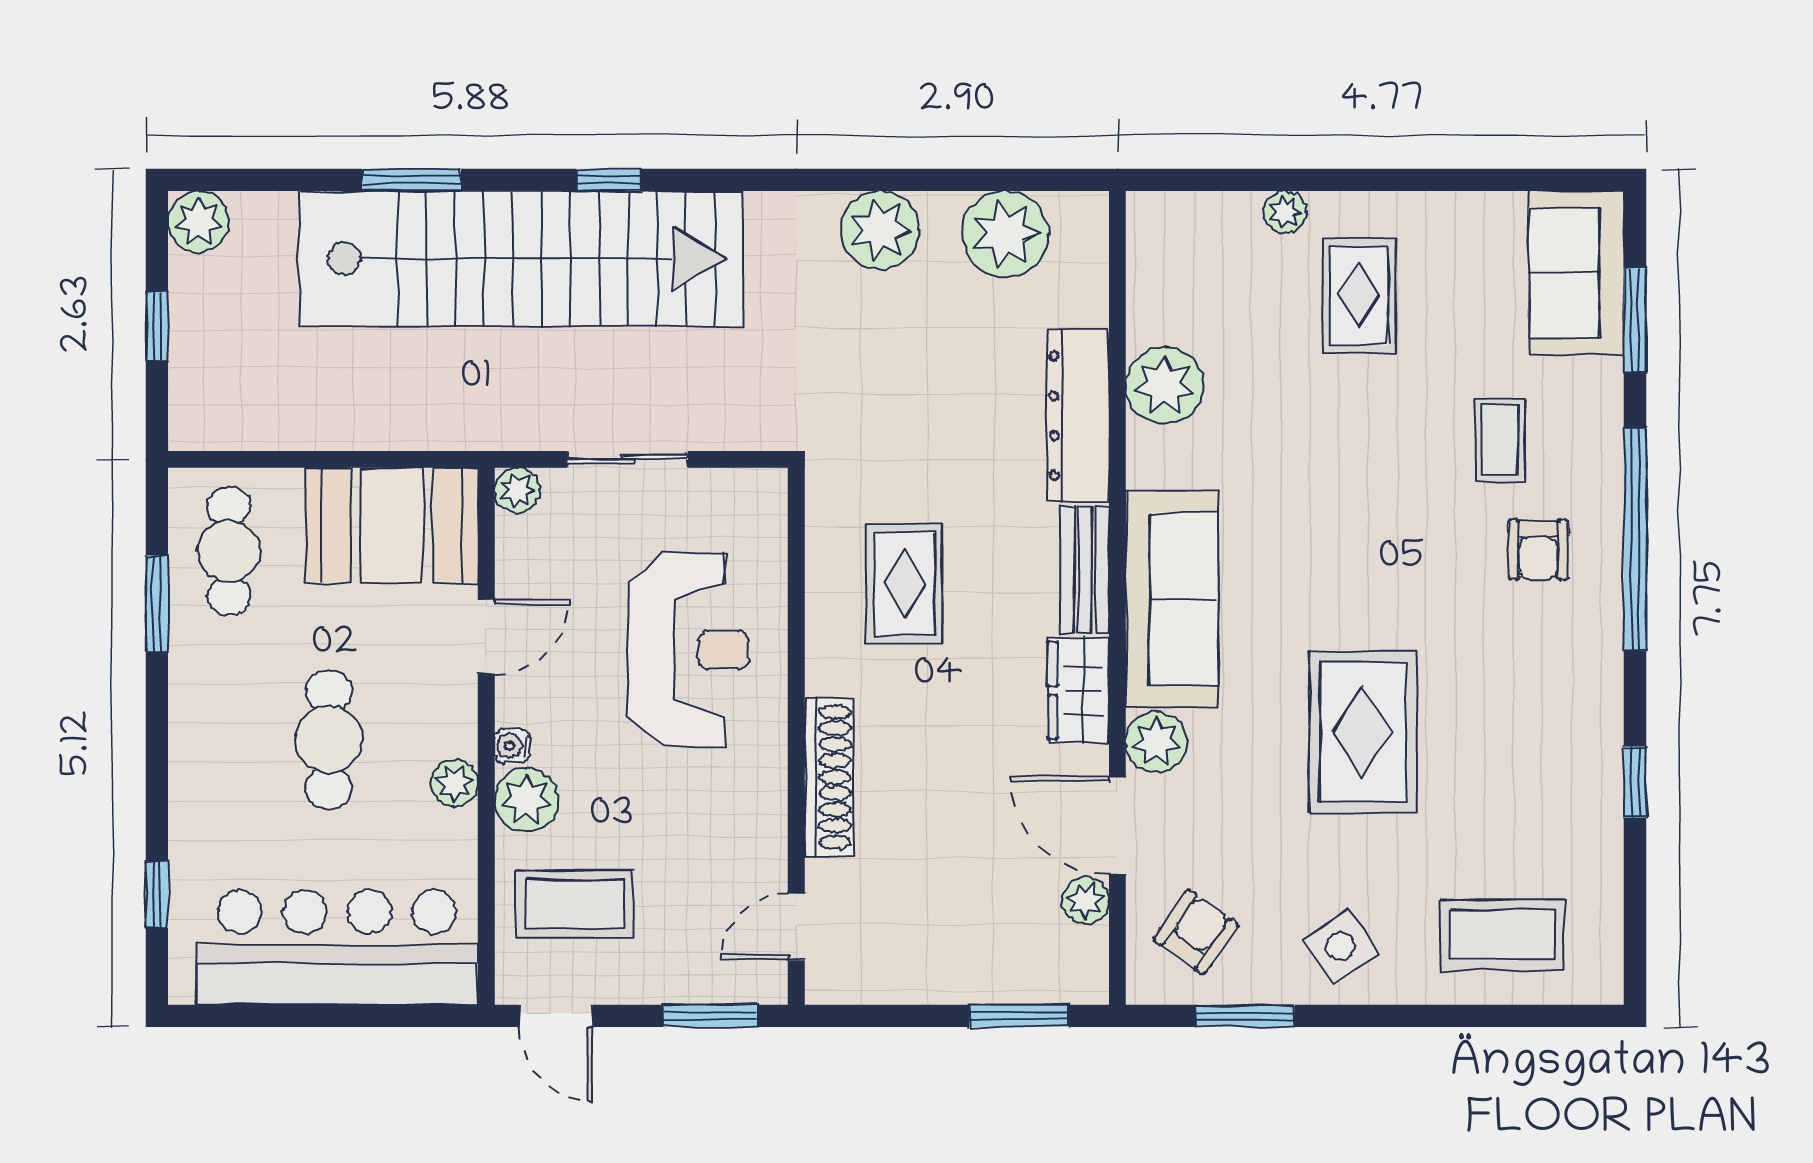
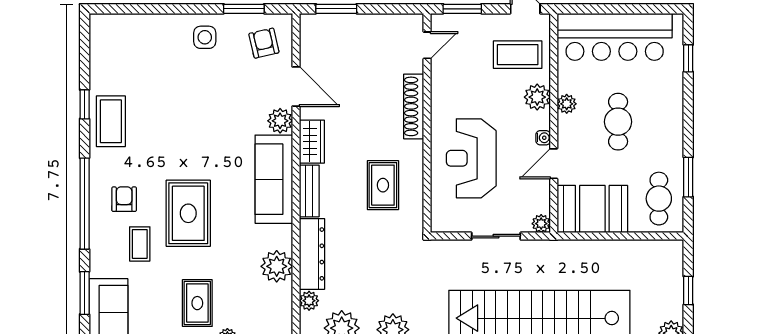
rug: (1363, 732) -> (188, 213), moved
water cooler: (512, 746) -> (543, 138), moved
plant: (1085, 900) -> (309, 301), moved
armchair: (1196, 932) -> (264, 43), turned 132
coffee table: (1502, 935) -> (111, 121), moved, turned 90
side table: (1341, 946) -> (205, 37), turned 35

